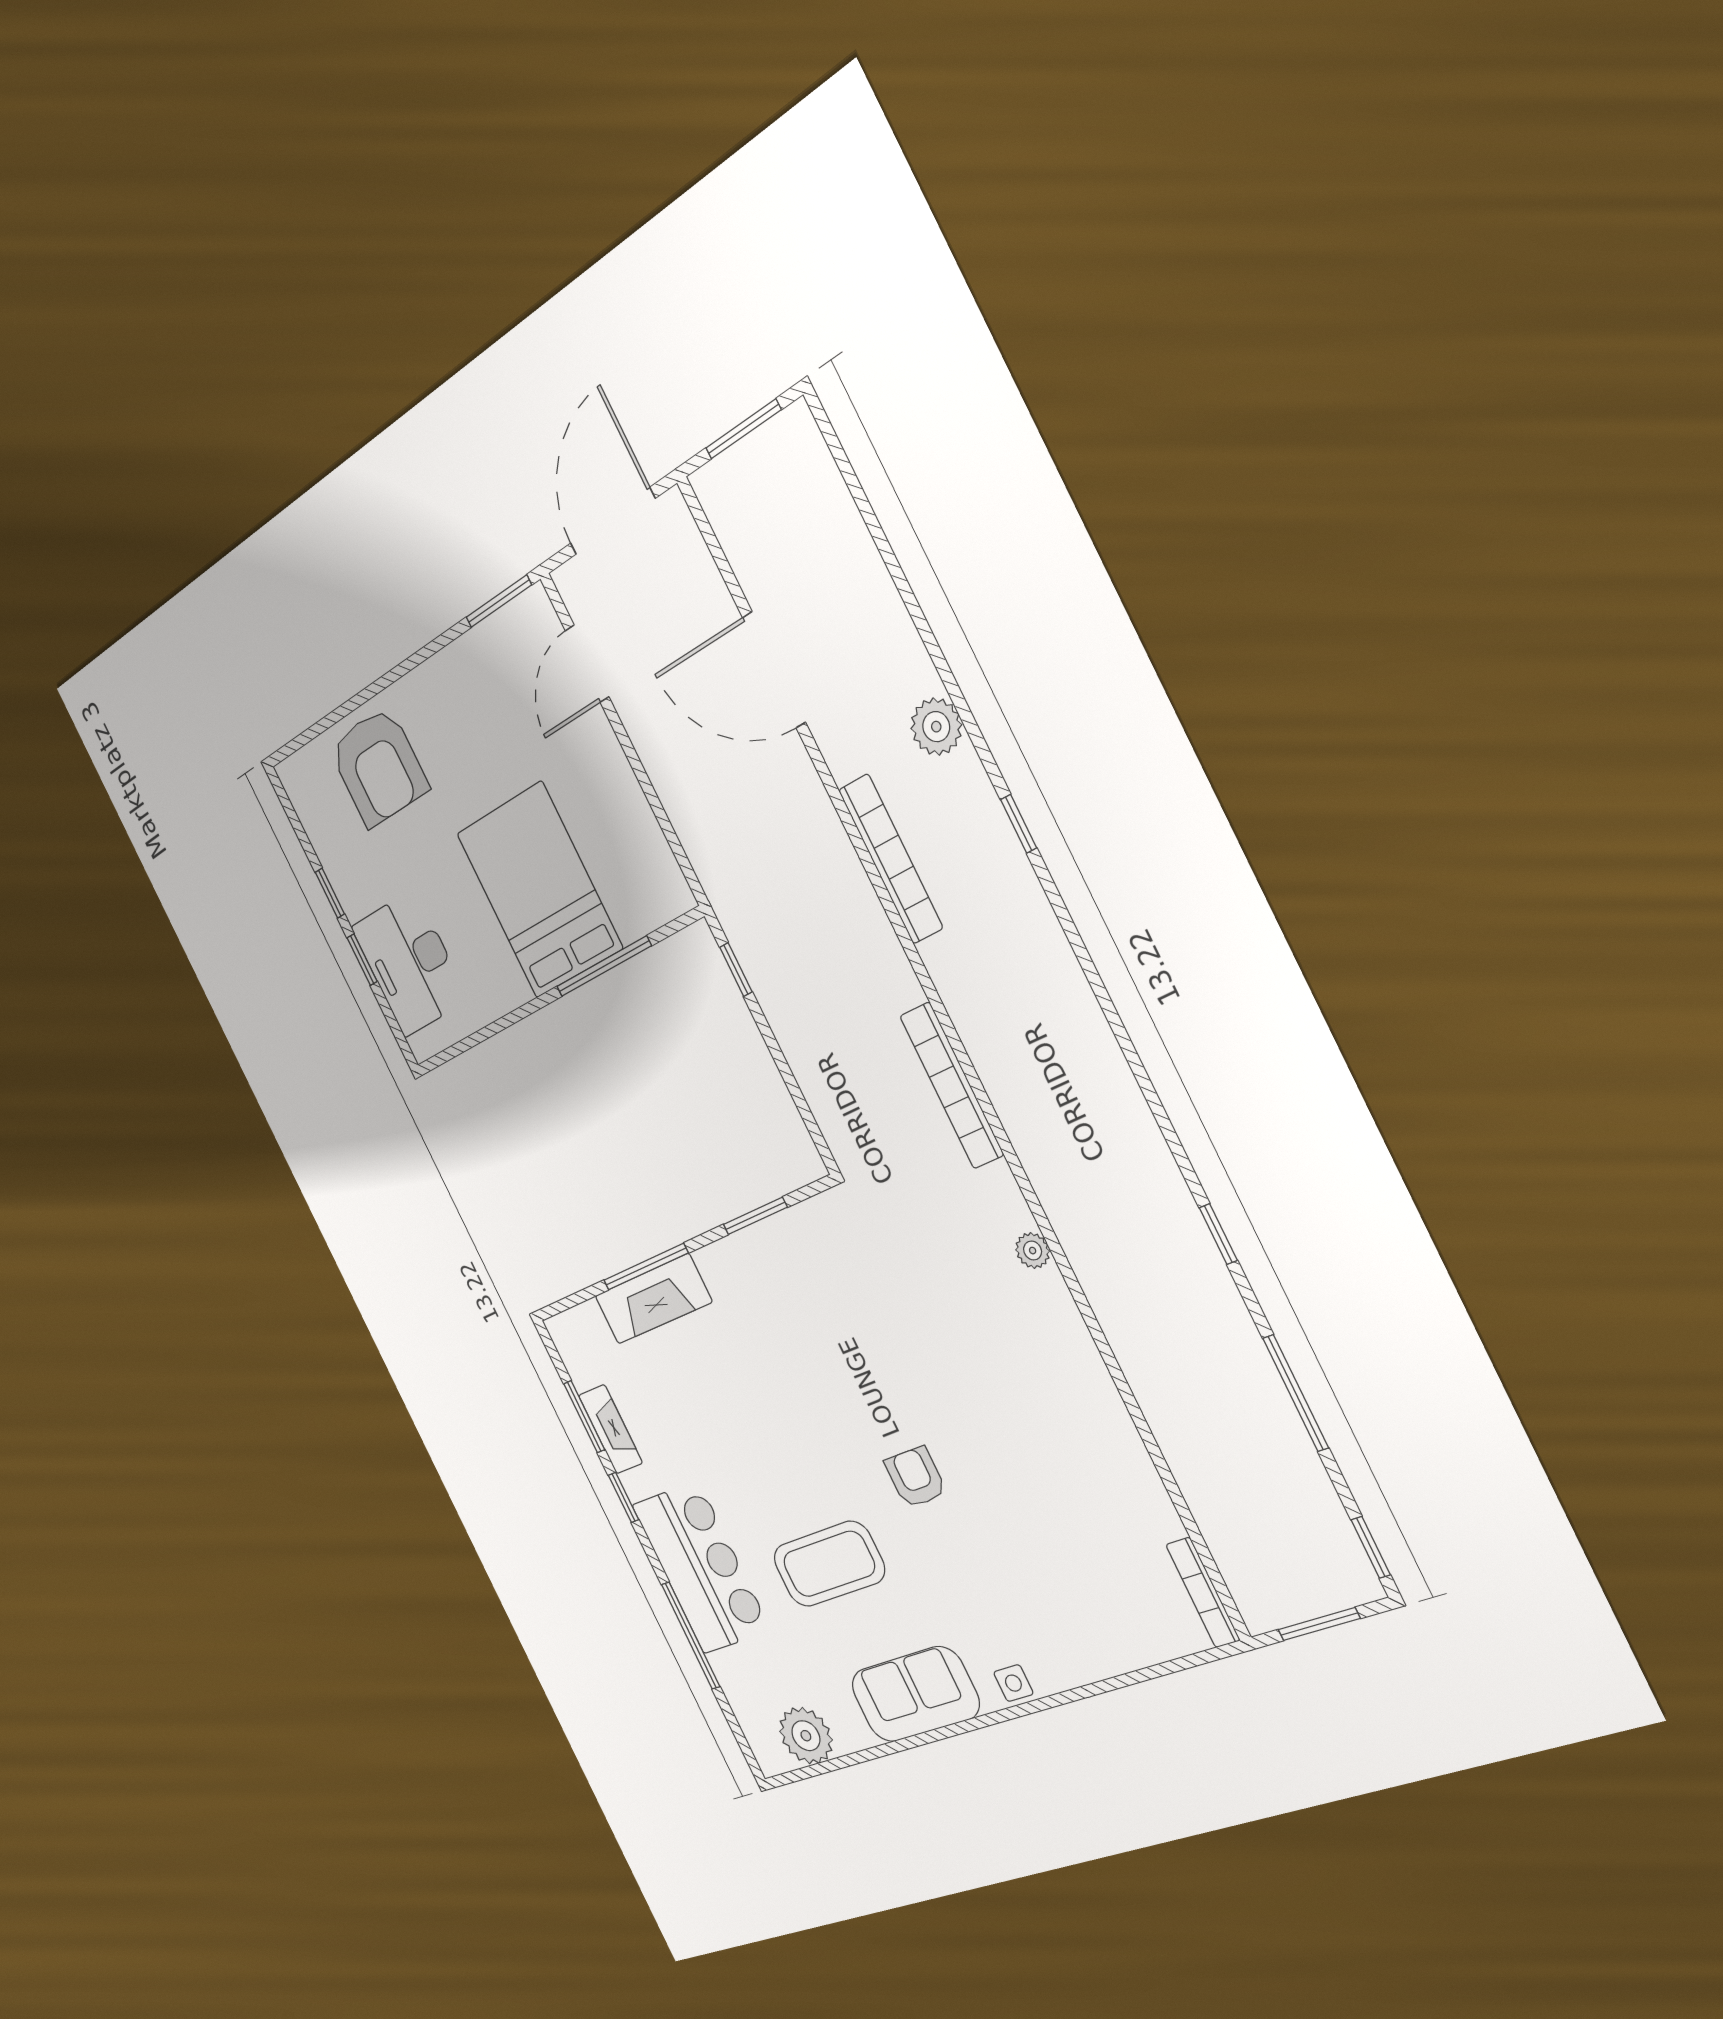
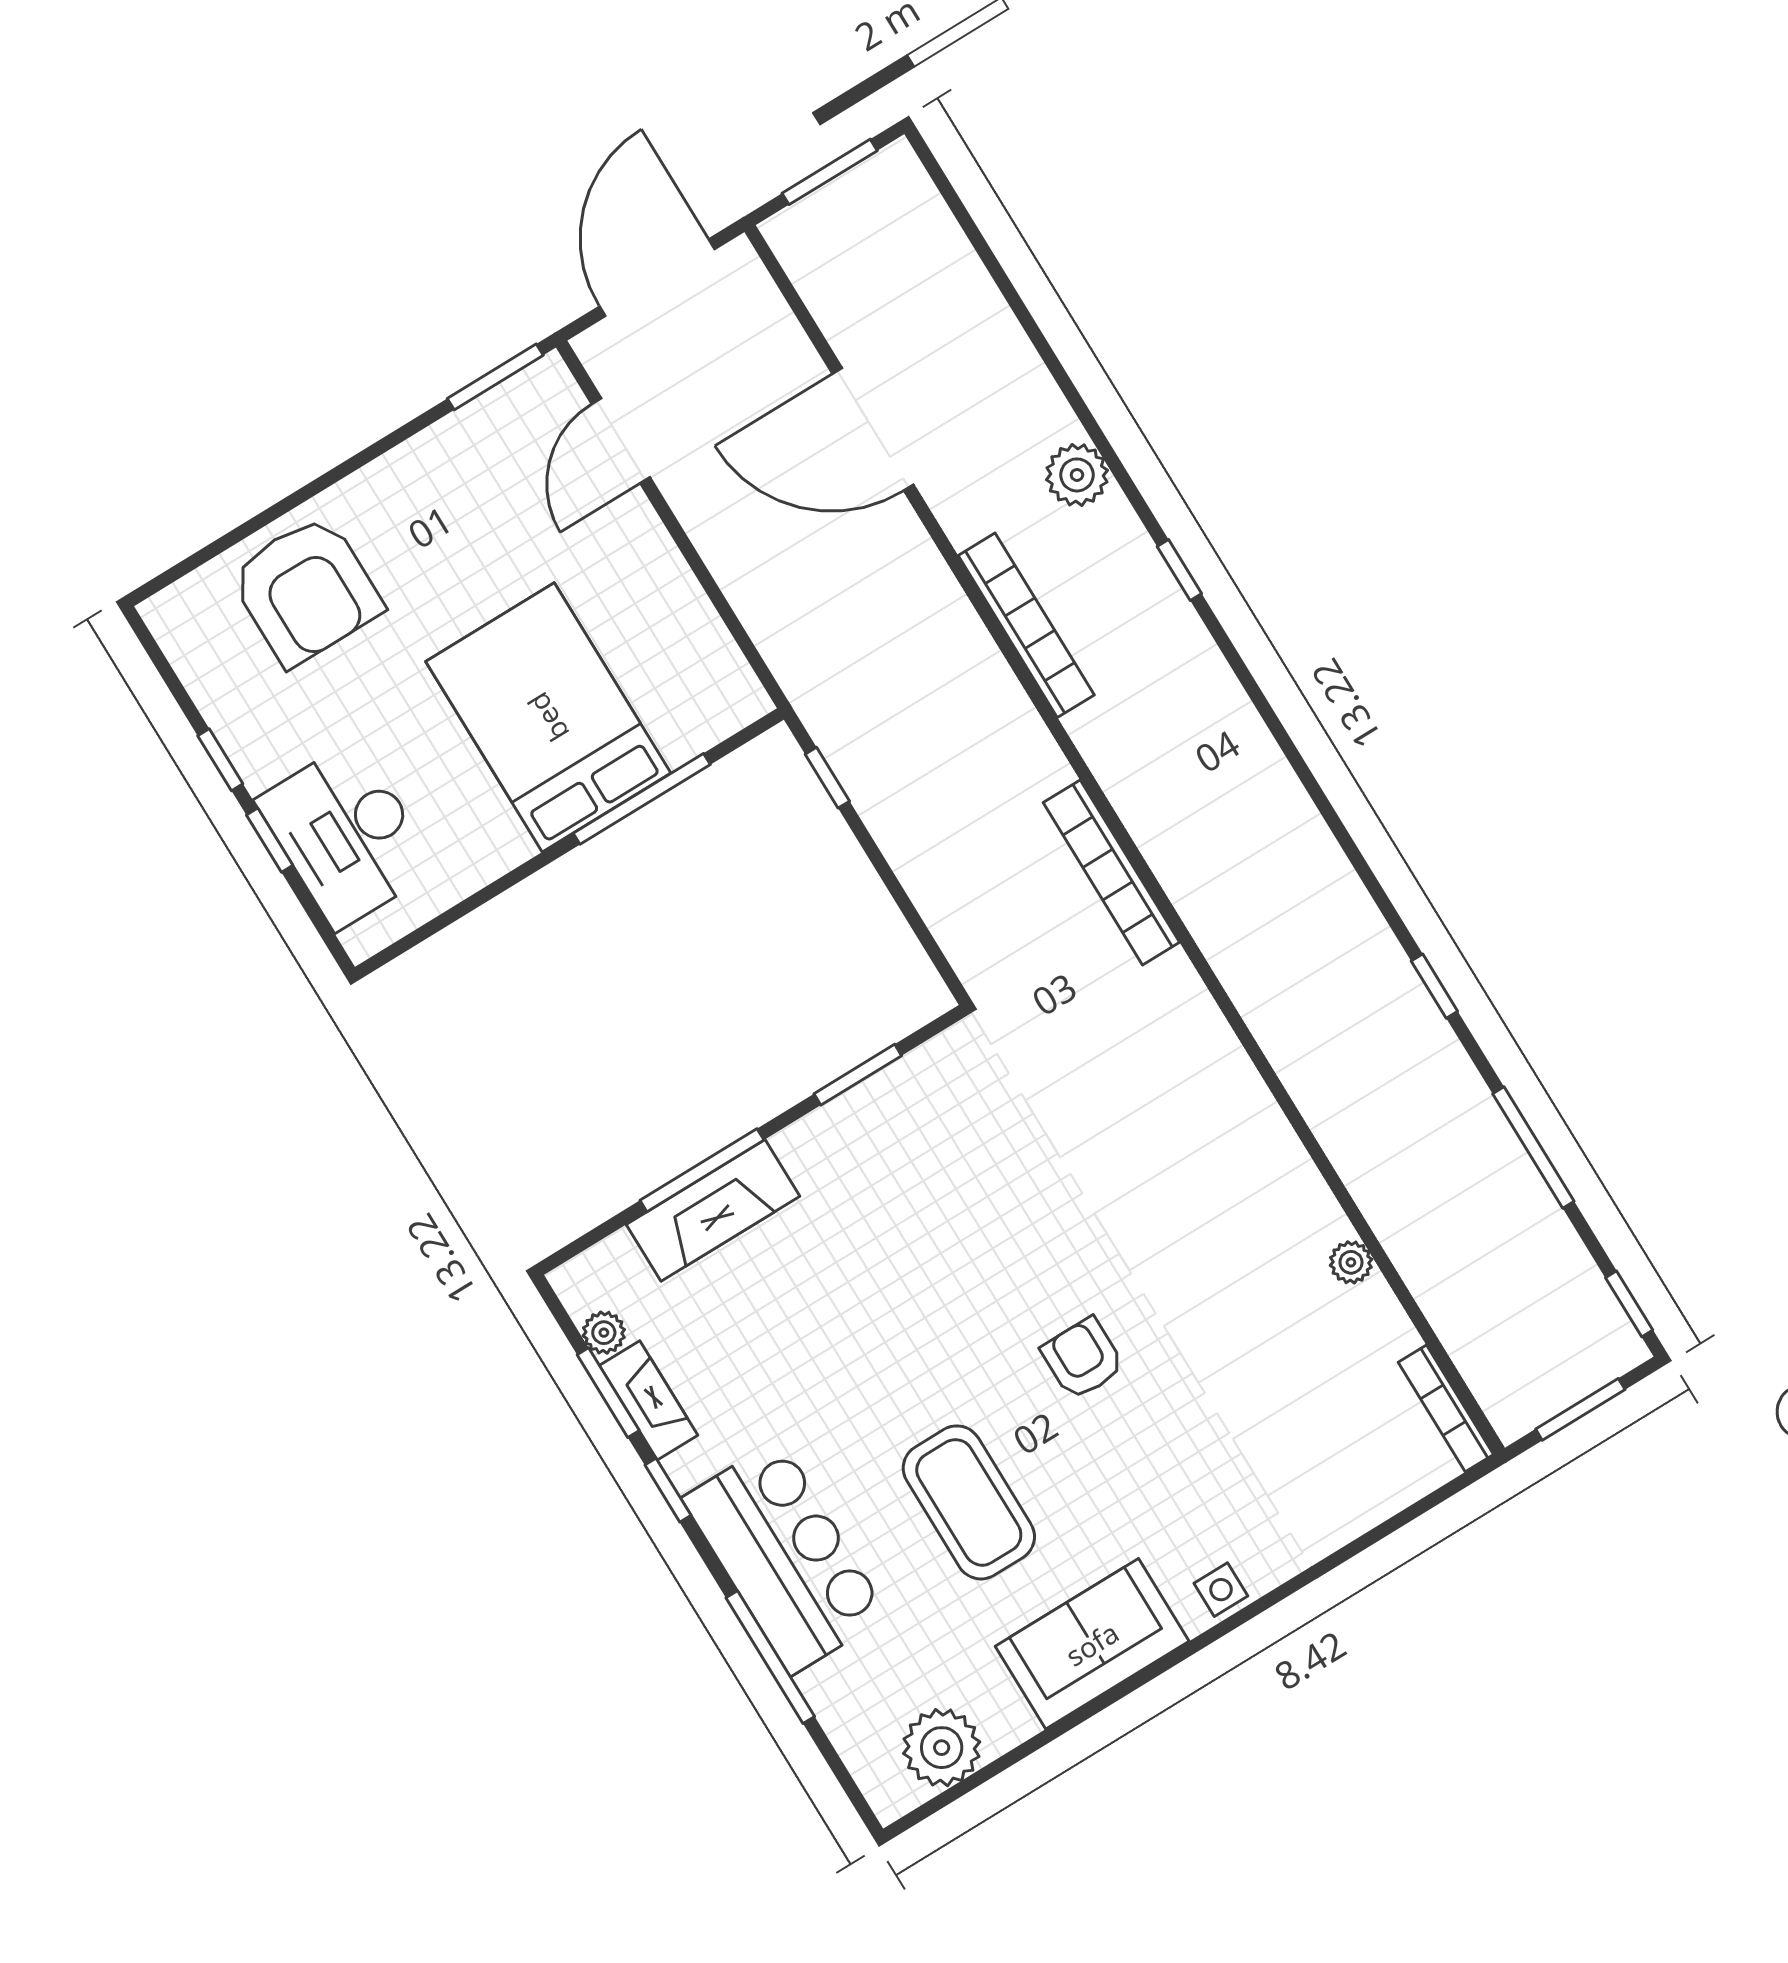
plant: (1033, 1251) -> (1351, 1262), moved
plant: (581, 1372) -> (604, 1333), added
coffee table: (829, 1564) -> (969, 1502), turned 90

